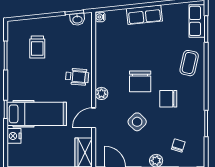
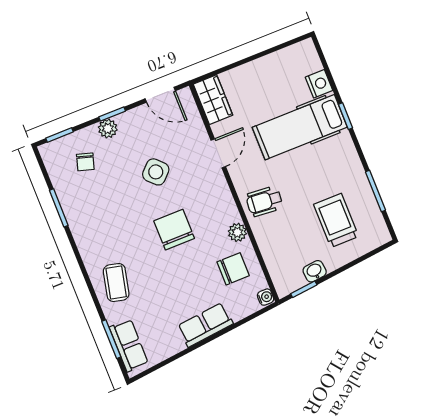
washbasin: (77, 19) -> (315, 271), moved
trolley: (37, 47) -> (336, 220), width x1.36, depth x1.39
plant: (101, 93) -> (237, 232), moved
chair: (168, 99) -> (233, 269), moved

